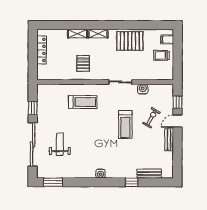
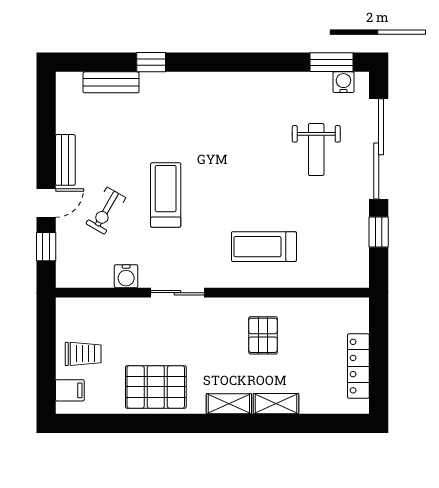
water cooler: (100, 174) -> (343, 82), moved

